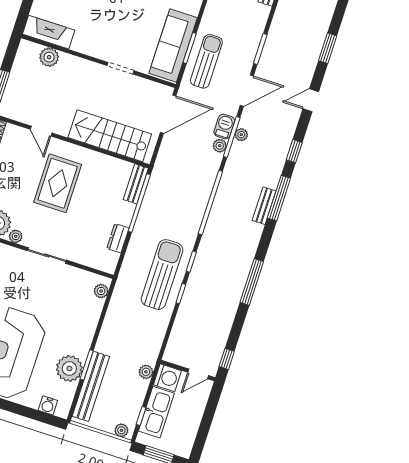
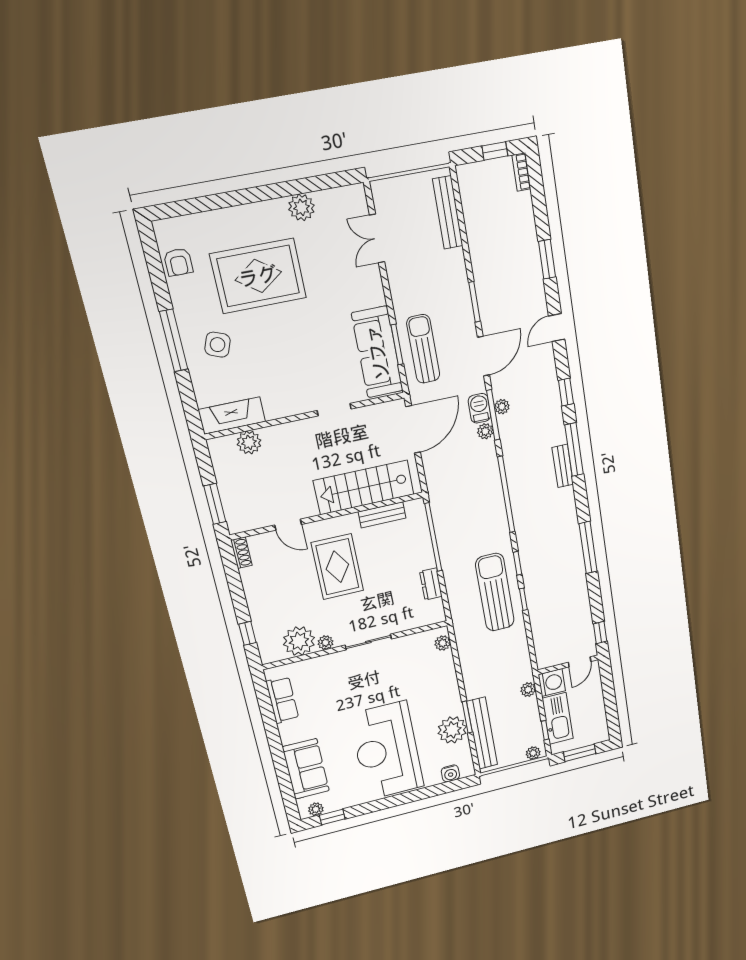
bench: (136, 184) -> (382, 515), moved, turned 90

